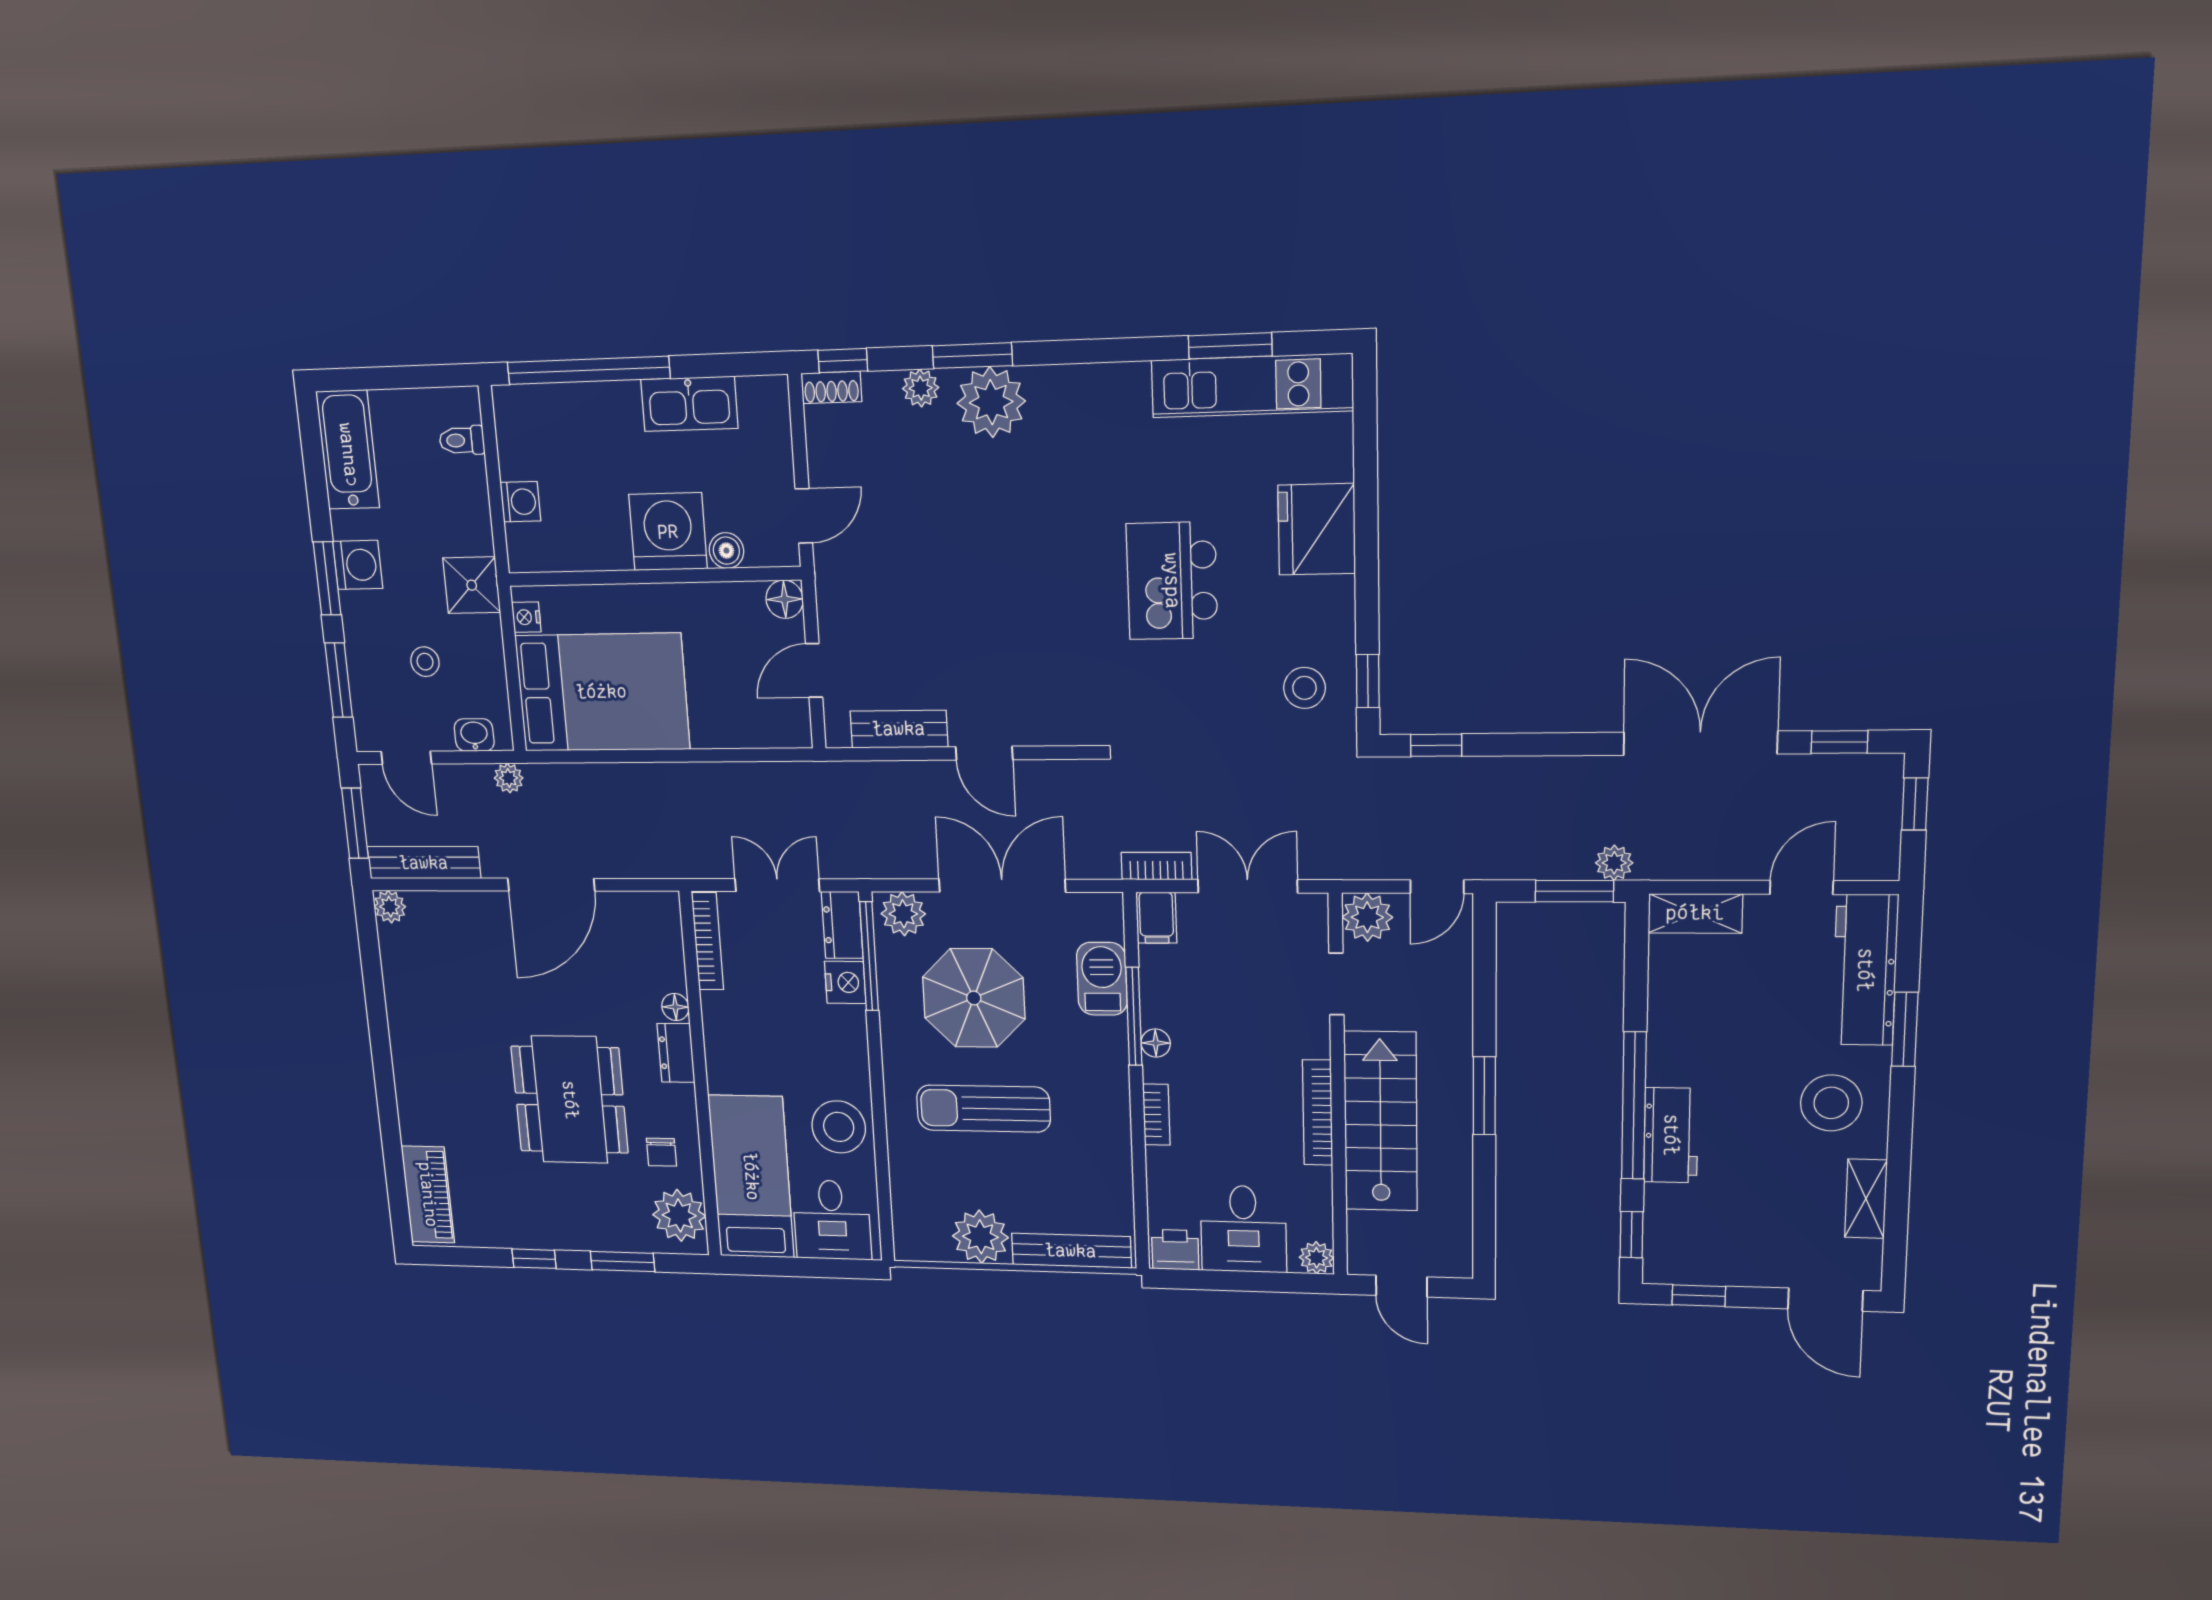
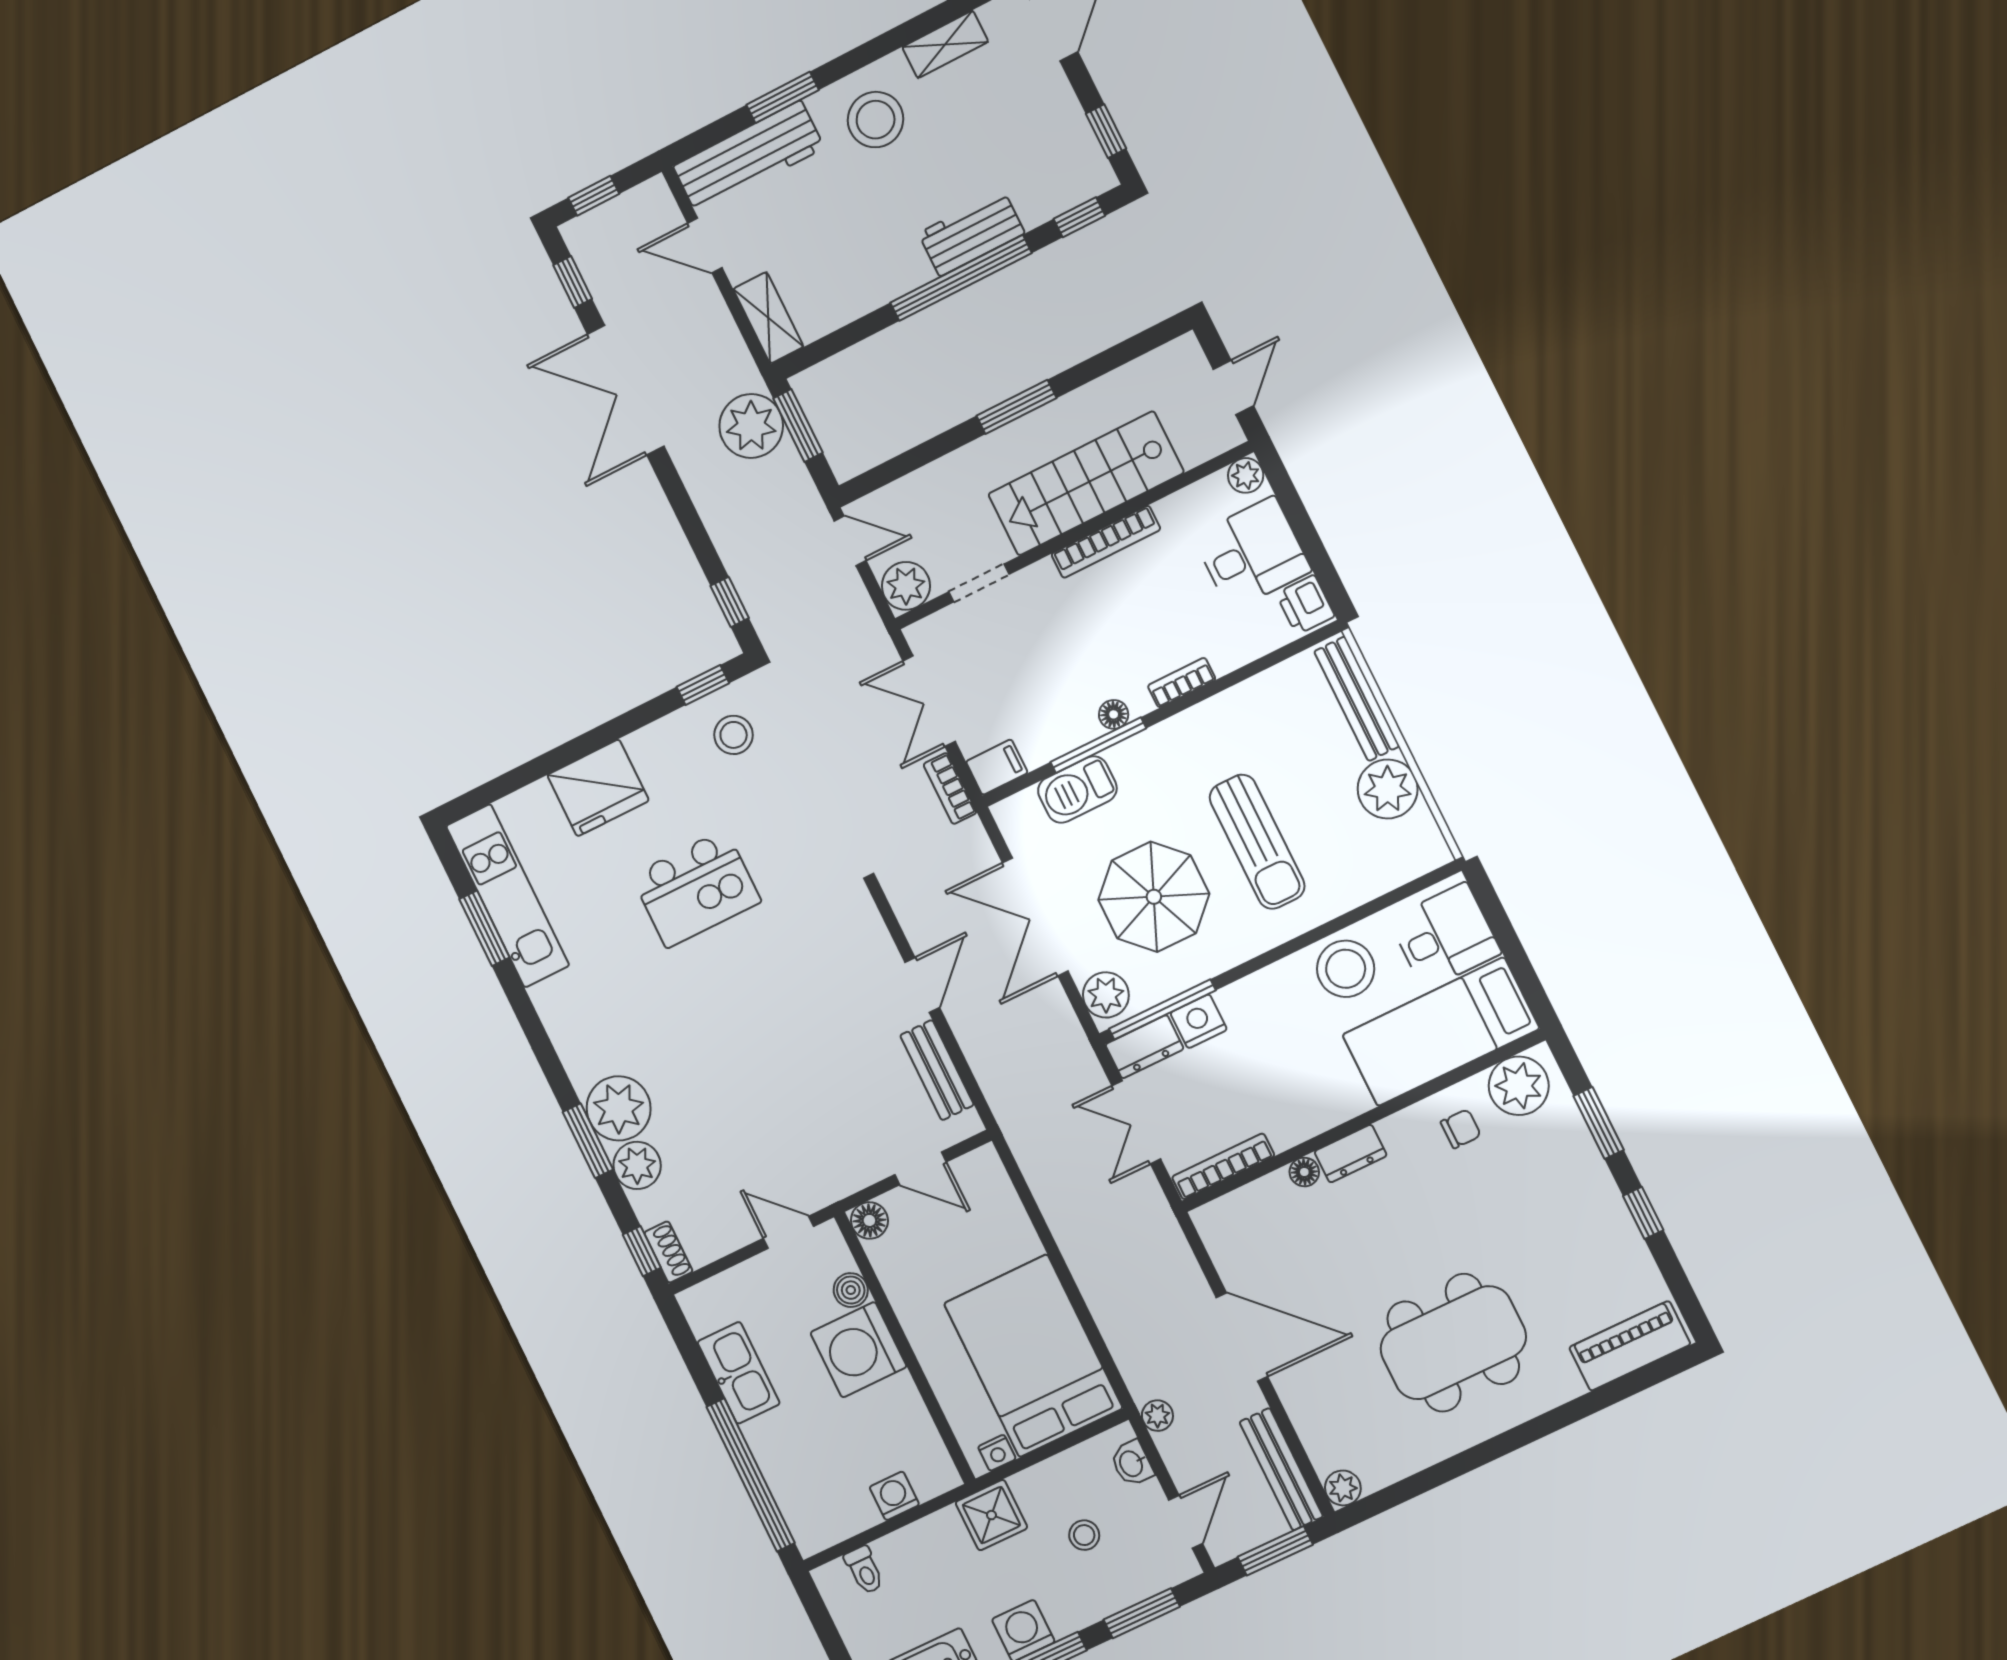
plant: (921, 388) -> (637, 1165), width x1.38, depth x1.38
plant: (1614, 863) -> (751, 426), width x1.87, depth x1.87
dining table: (570, 1100) -> (1453, 1343), moved

